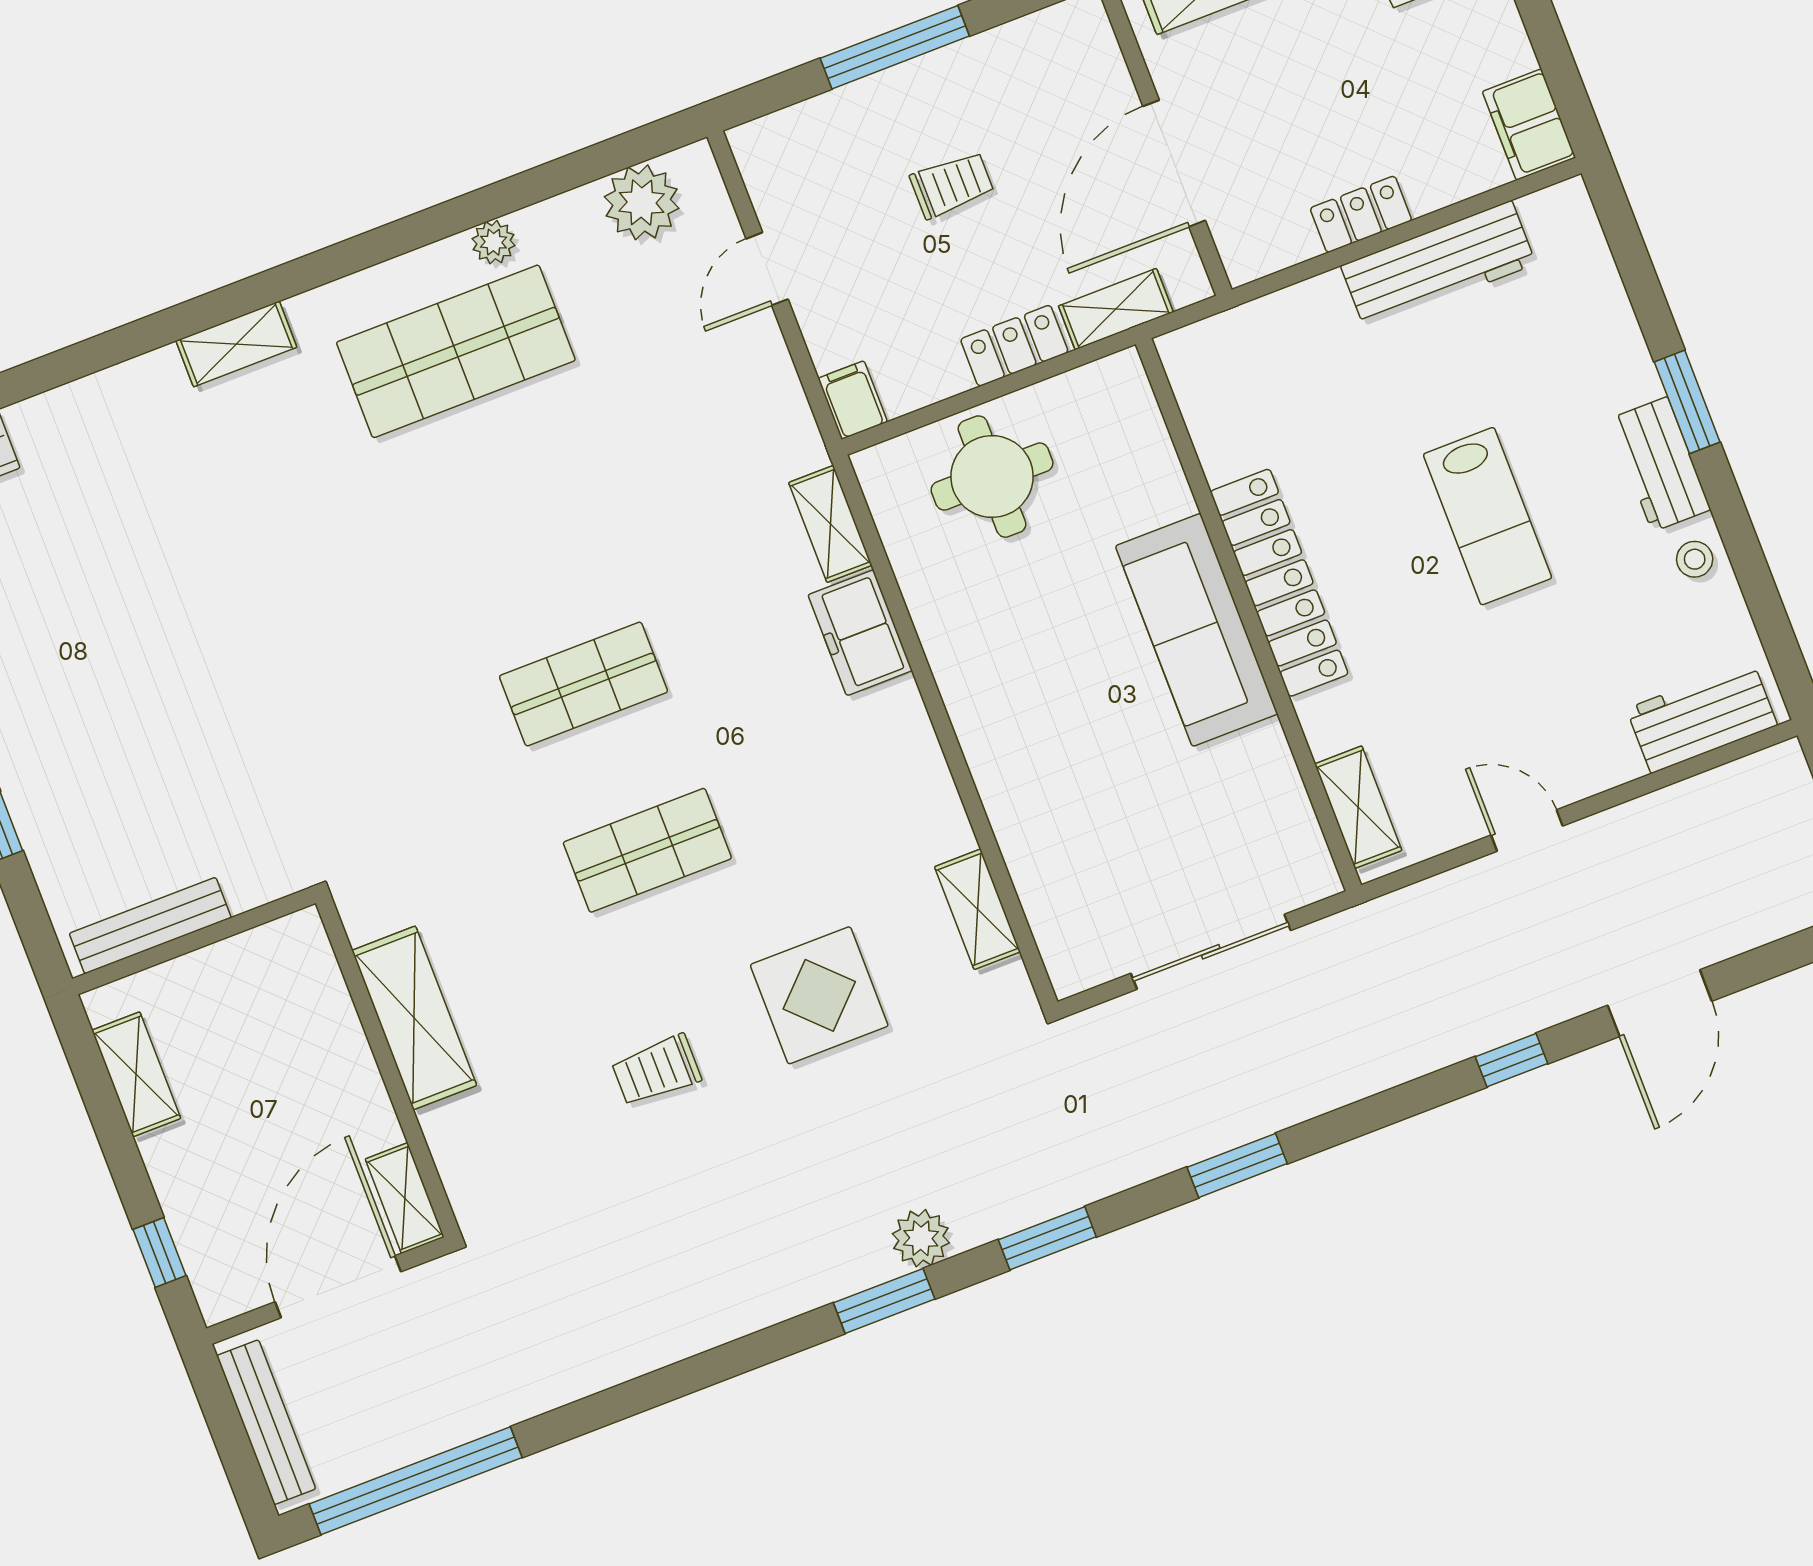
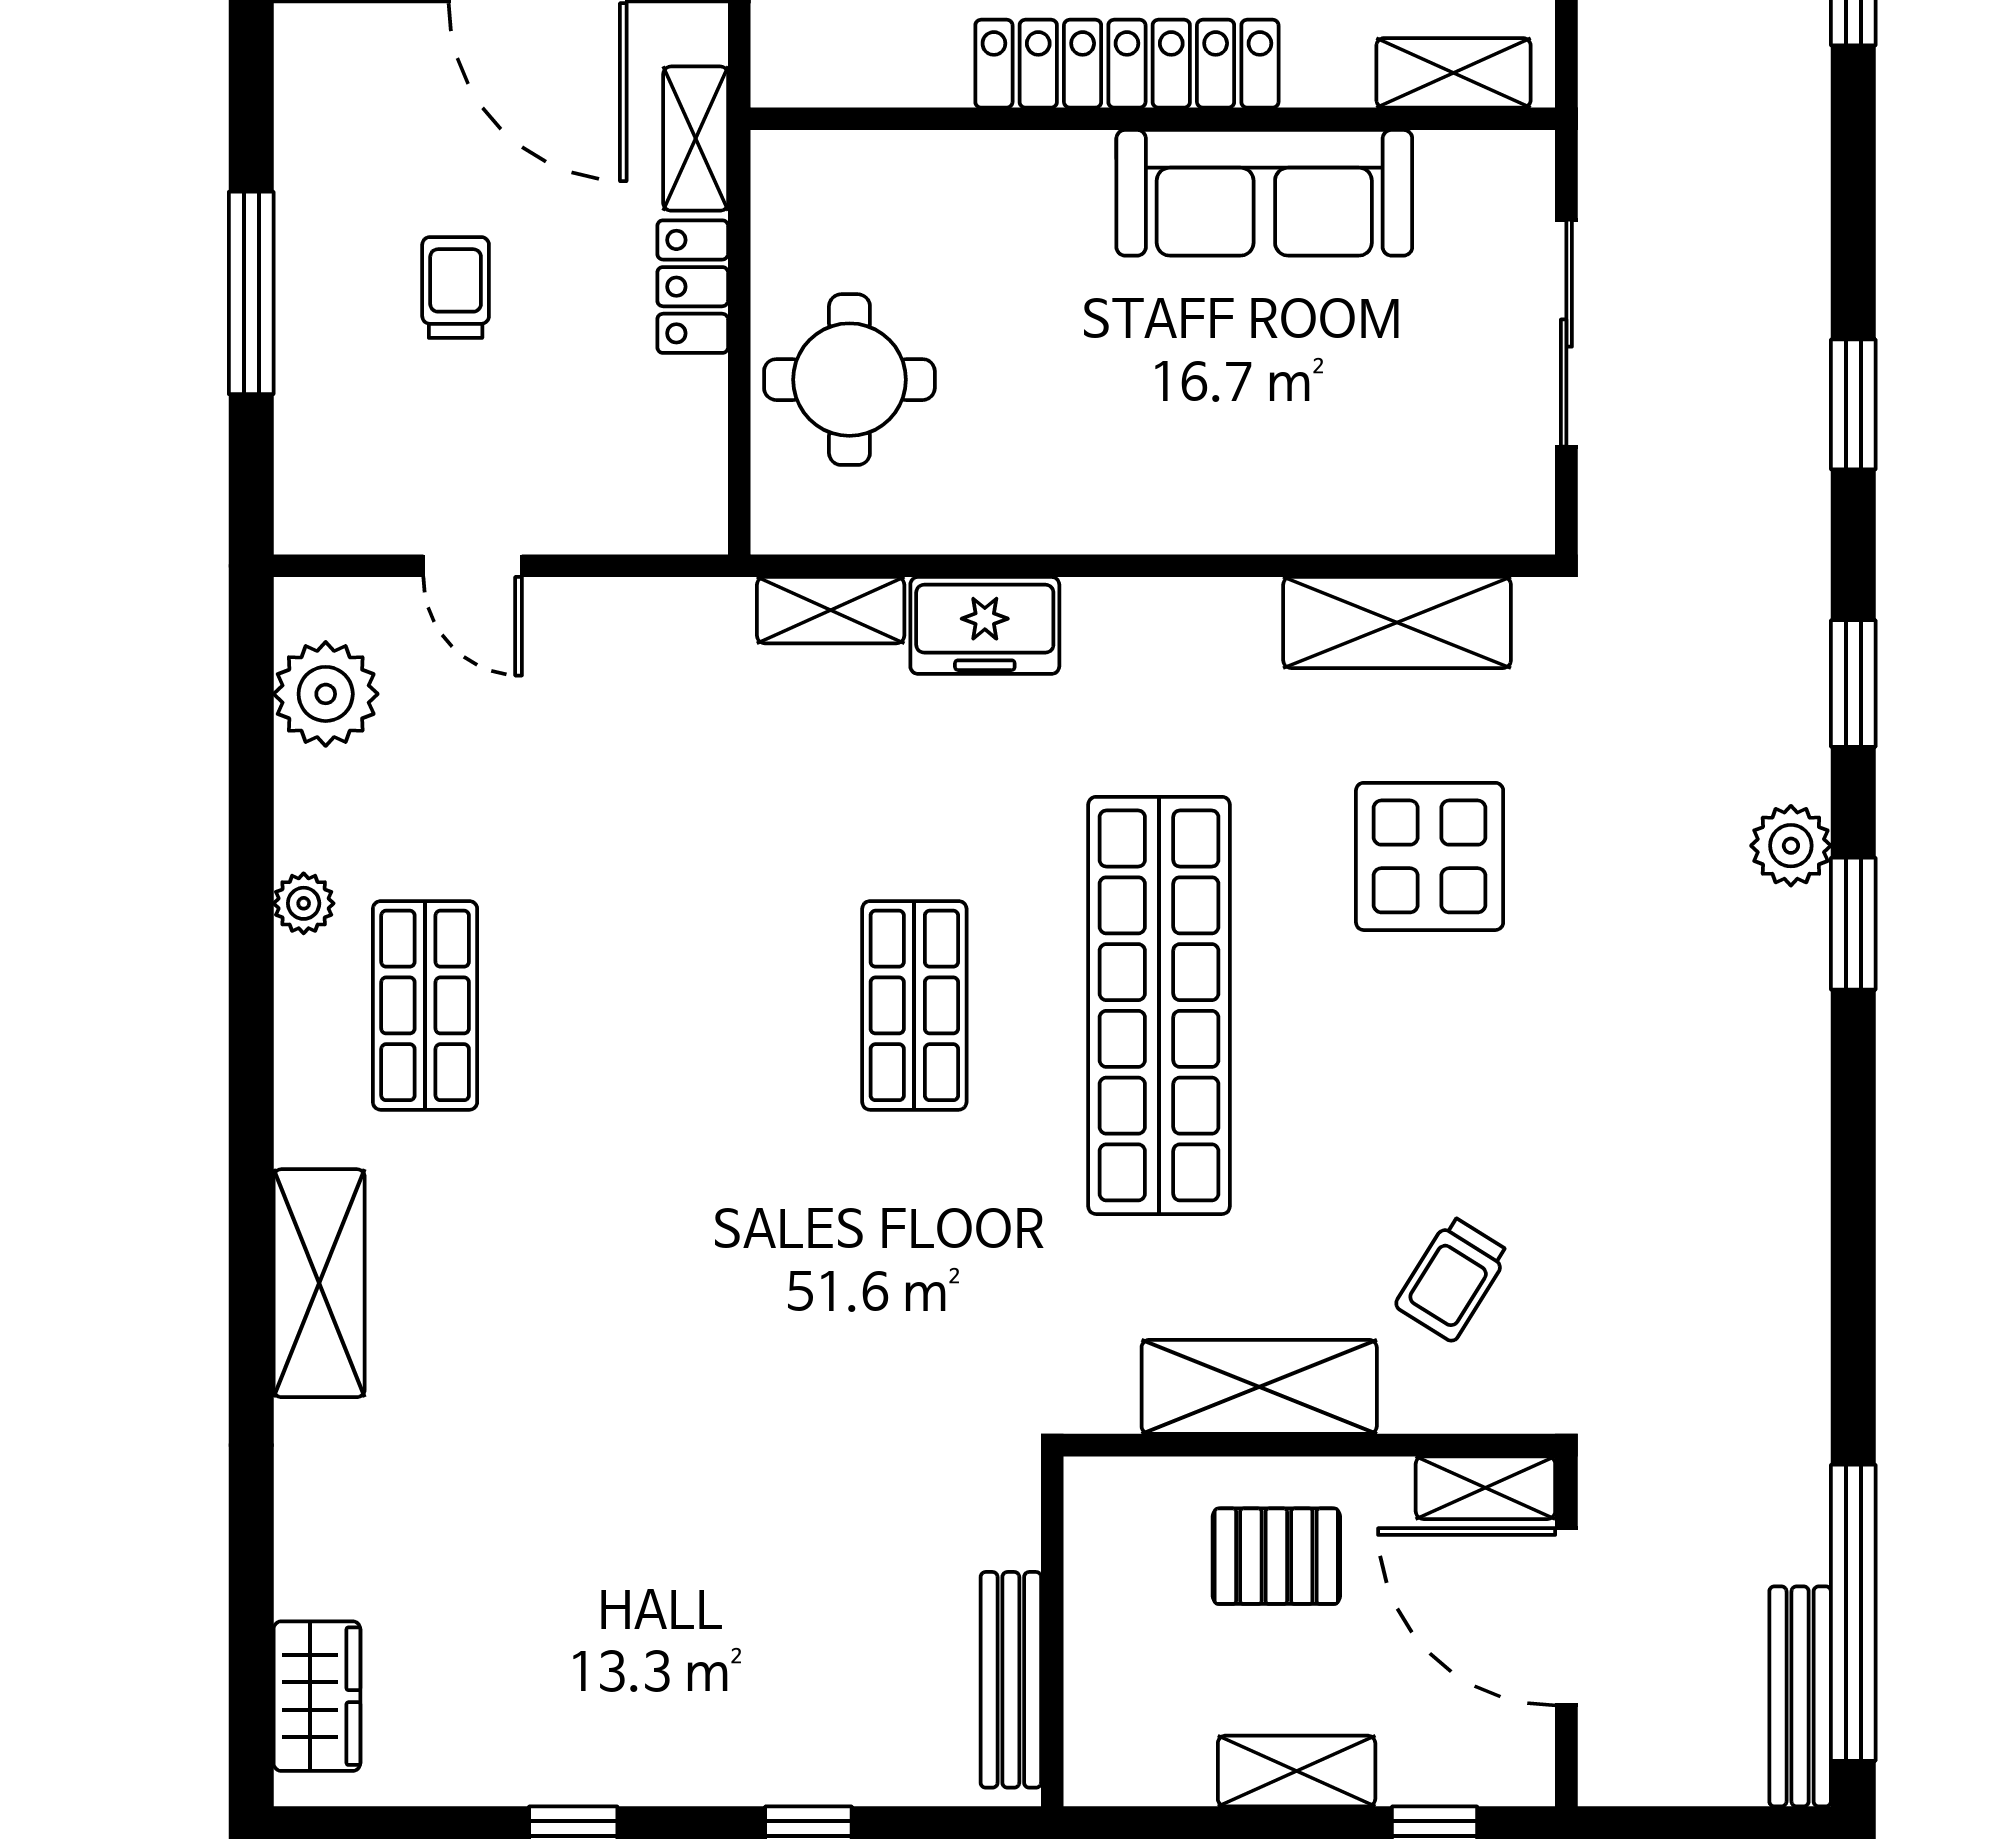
shelving: (236, 344) -> (319, 1283), width x1.50, depth x1.33
shop shelf: (456, 351) -> (425, 1005), width x0.70, depth x0.74
filing cabinet: (853, 400) -> (683, 521), removed
sofa: (1197, 630) -> (1264, 193), moved
shop shelf: (647, 850) -> (1159, 1005), width x2.00, depth x1.36
shelving: (978, 909) -> (1397, 623), width x1.50, depth x1.33
trolley: (656, 1070) -> (1452, 1279), moved, turned 32
shelving: (136, 1074) -> (1297, 1771), moved
pallet: (304, 1074) -> (1276, 1556), added
bench: (266, 1422) -> (1800, 1696), moved, turned 90

